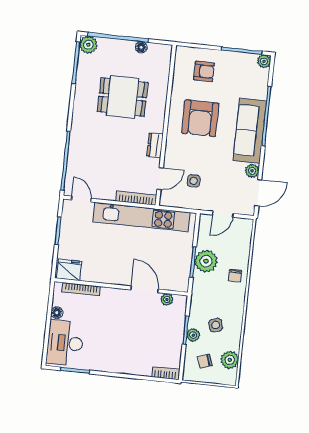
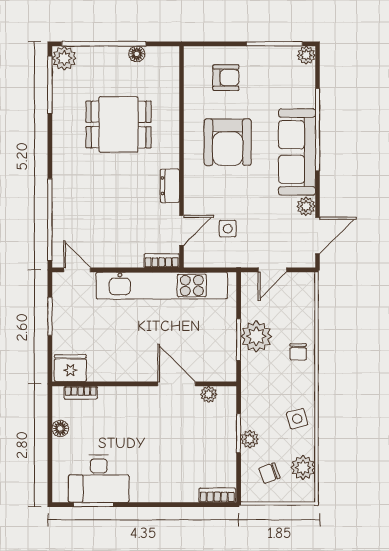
bookcase: (136, 198) -> (162, 261), width x0.64
bookcase: (81, 289) -> (81, 393), width x0.64
side table: (216, 325) -> (297, 419), moved
desk: (65, 343) -> (99, 479), moved, turned -90

